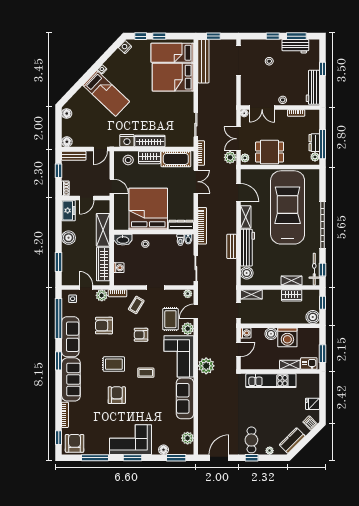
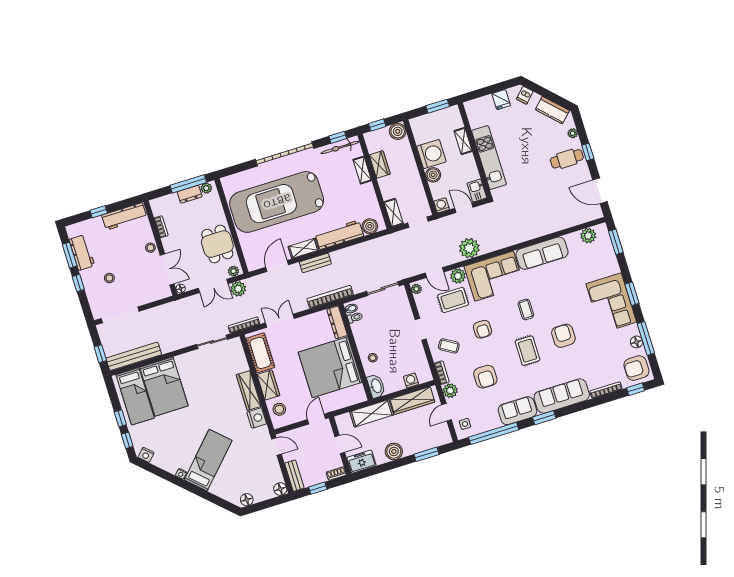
bench: (232, 246) -> (315, 263), moved
sofa: (70, 337) -> (517, 411), width x0.73
kitchen sink: (309, 363) -> (477, 190), moved
plant: (206, 366) -> (469, 248), moved
armchair: (117, 395) -> (563, 336), turned 90
floor lamp: (164, 450) -> (637, 342), moved

